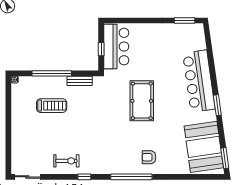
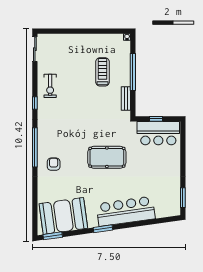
treadmill: (52, 106) -> (102, 72), turned 180

